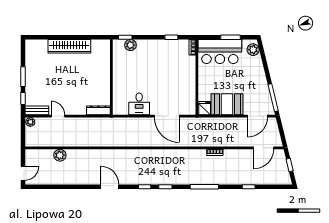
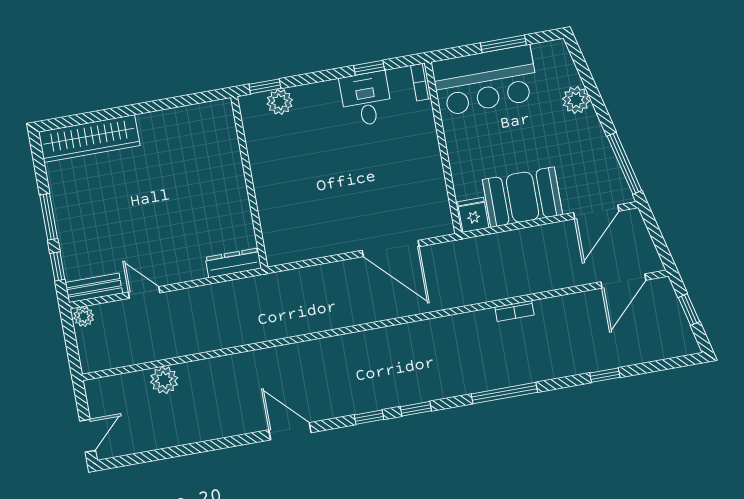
wardrobe: (69, 46) -> (89, 139), moved
plant: (253, 50) -> (576, 100), moved
desk: (139, 104) -> (366, 99), moved, turned 180

